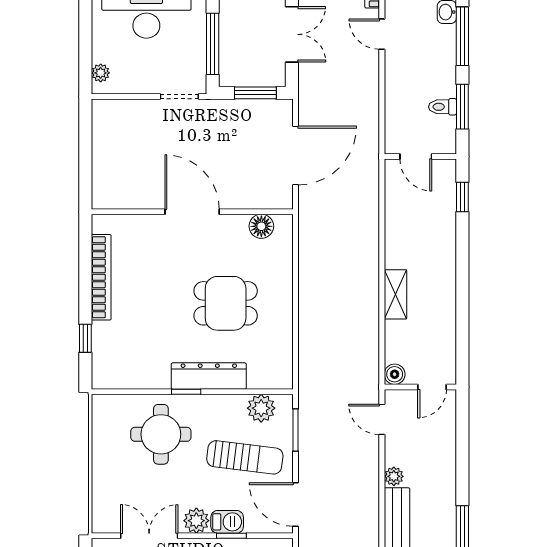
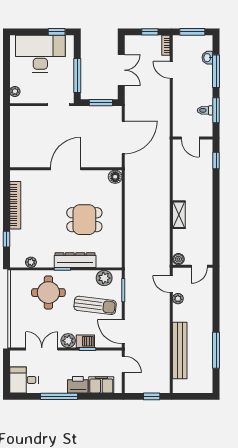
door: (192, 212) -> (66, 169), hinge flipped
floor lamp: (261, 226) -> (115, 177), moved
plant: (130, 380) -> (31, 262), added
plant: (394, 476) -> (178, 299), moved

